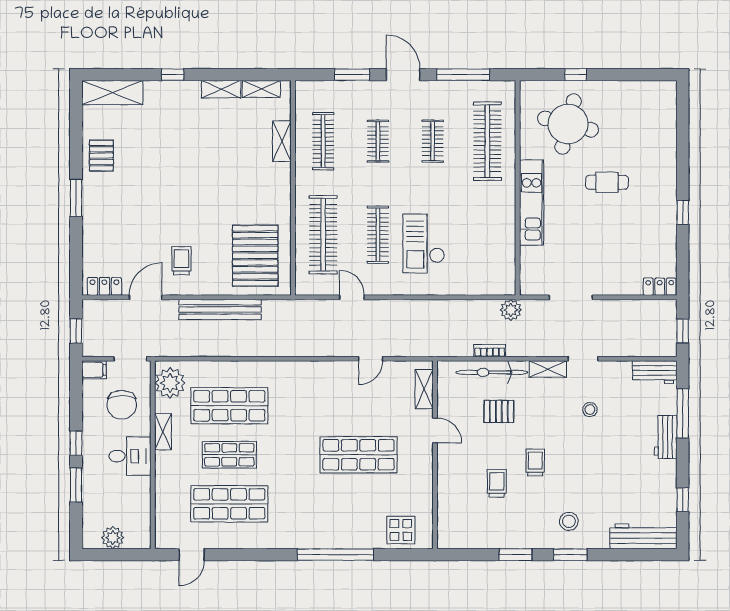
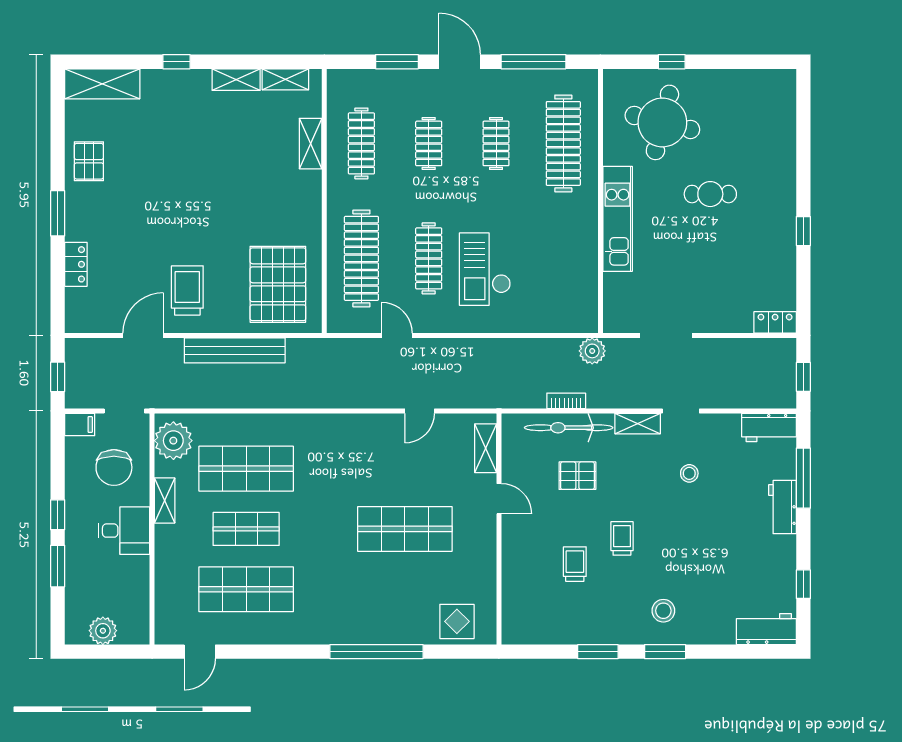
trolley: (181, 261) -> (187, 290), width x1.36, depth x1.39
locker: (104, 286) -> (76, 264), moved, turned 90
workbench: (643, 536) -> (766, 629), width x0.73

